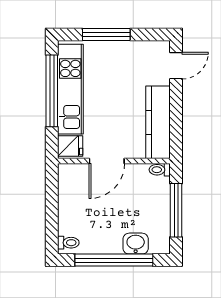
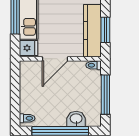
window: (176, 121) -> (105, 30), added

